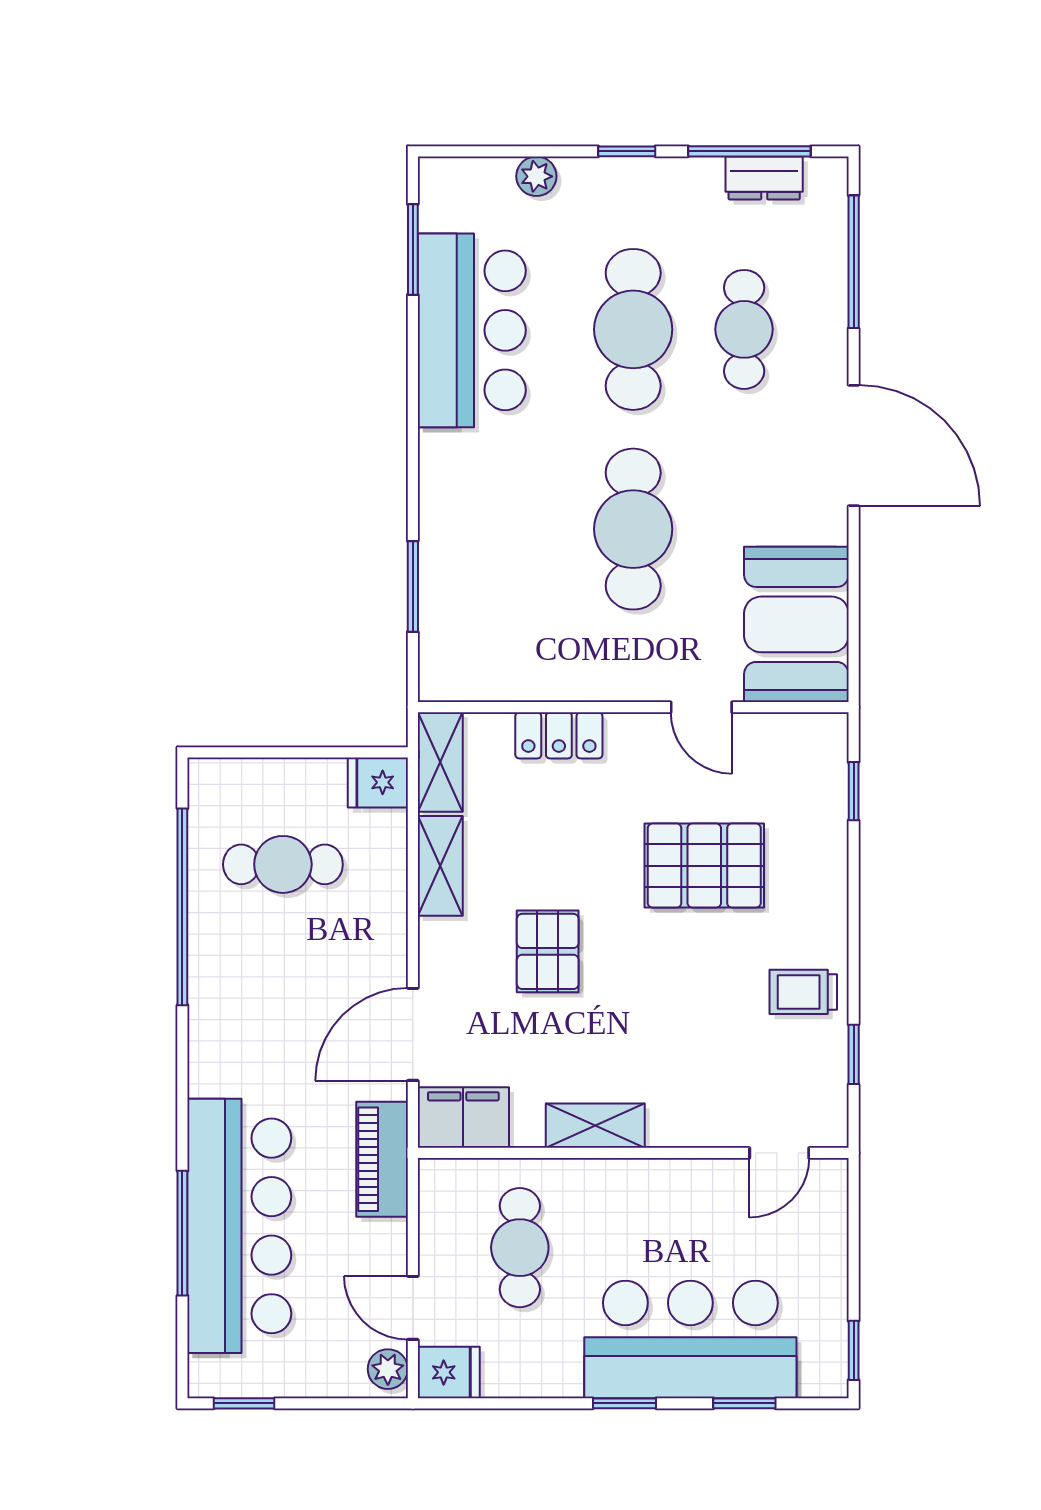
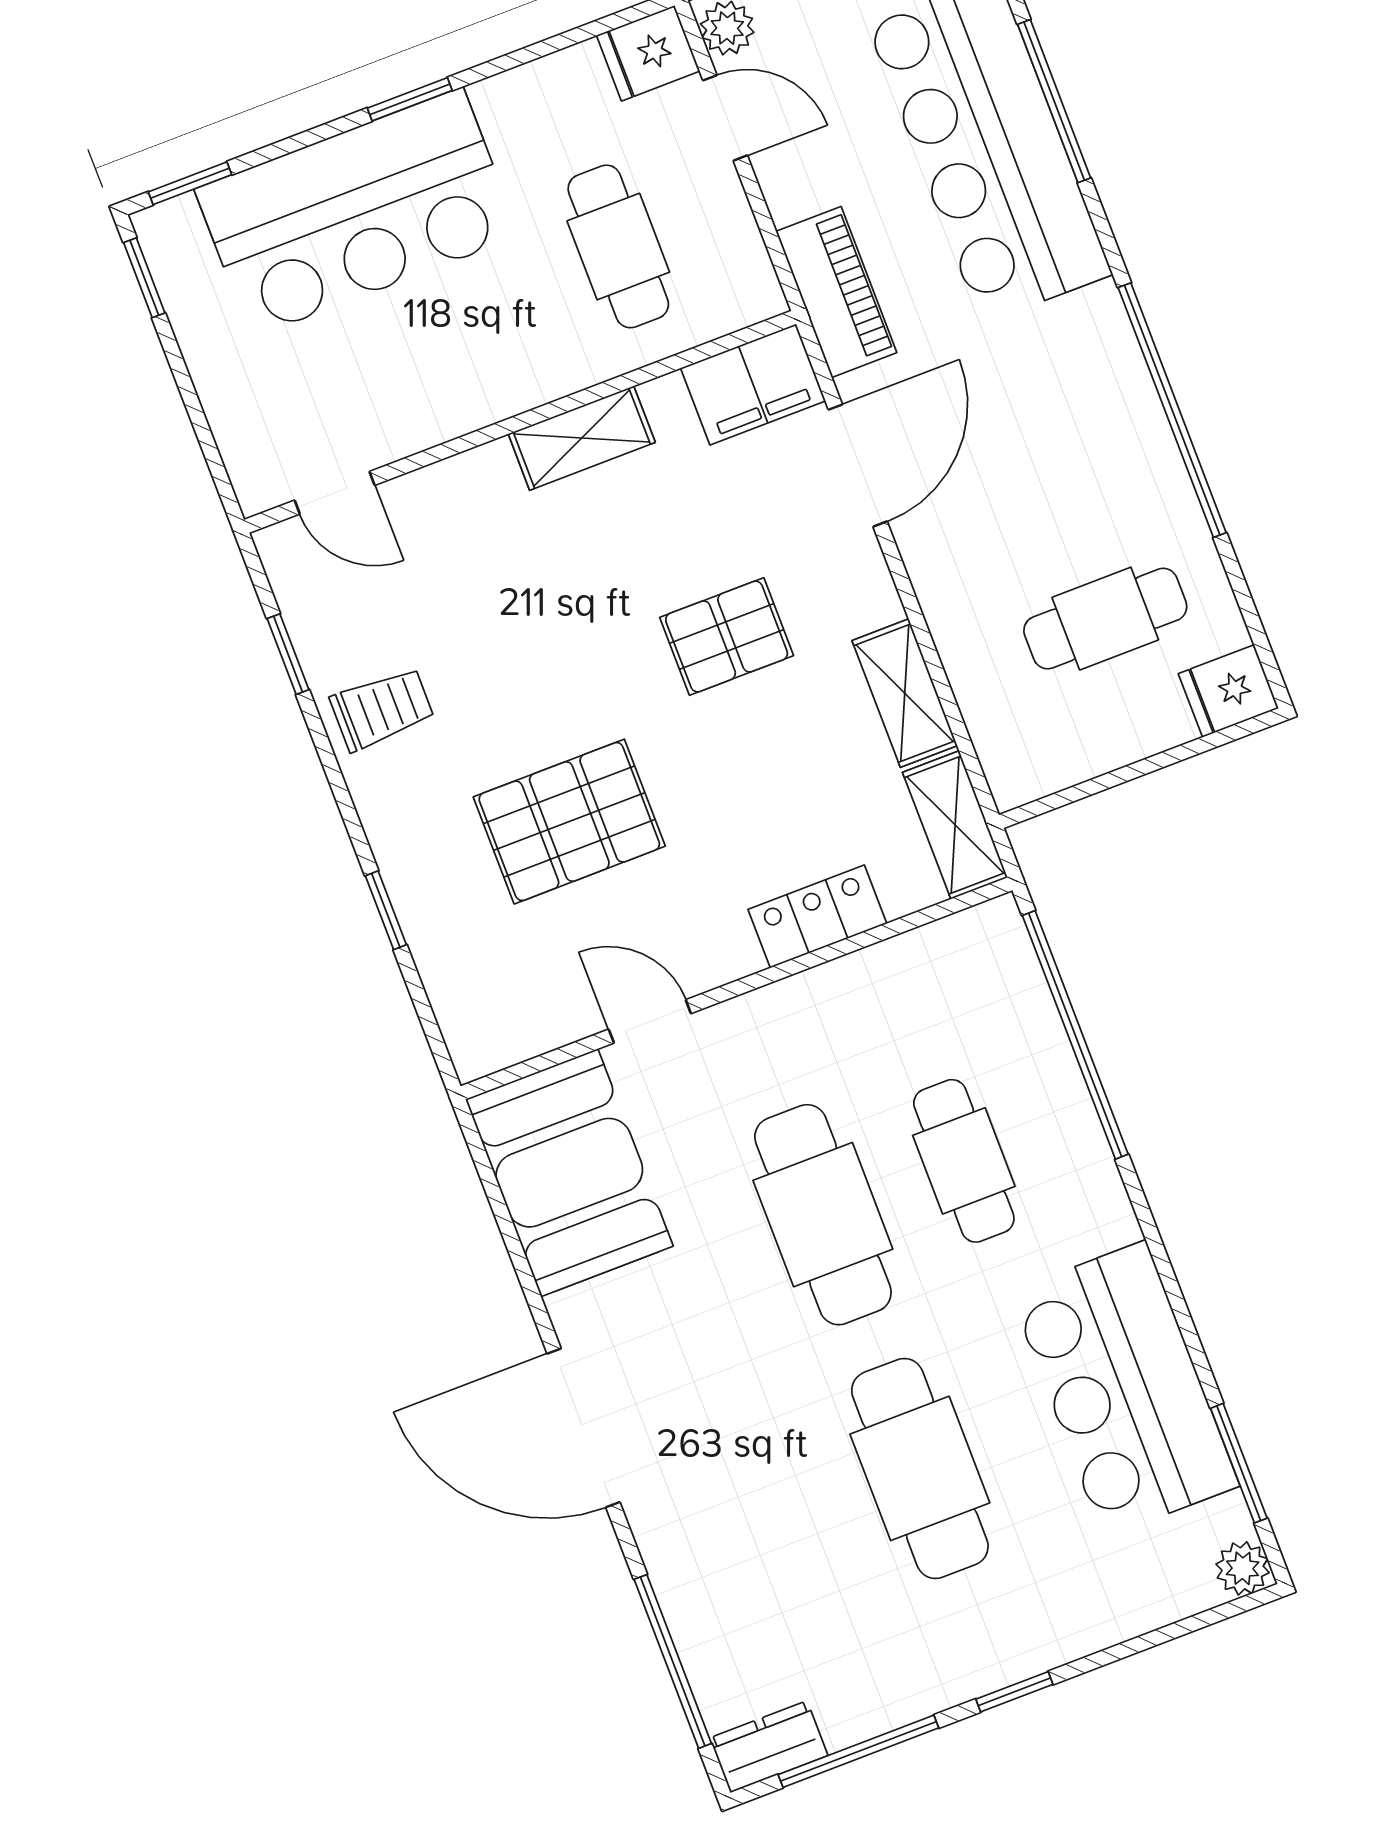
plant: (536, 176) -> (1243, 1568), moved
dresser: (764, 178) -> (769, 1747), moved
cafe table: (744, 329) -> (964, 1161), moved
window: (413, 586) -> (1075, 1035), width x2.11
fridge: (378, 782) -> (1228, 691), moved, turned 180
window: (854, 791) -> (386, 910), moved
window: (182, 907) -> (1172, 410), moved
pallet: (548, 951) -> (727, 636), turned 90
door: (779, 1153) -> (335, 493), swing flipped
window: (744, 1403) -> (190, 183), moved

